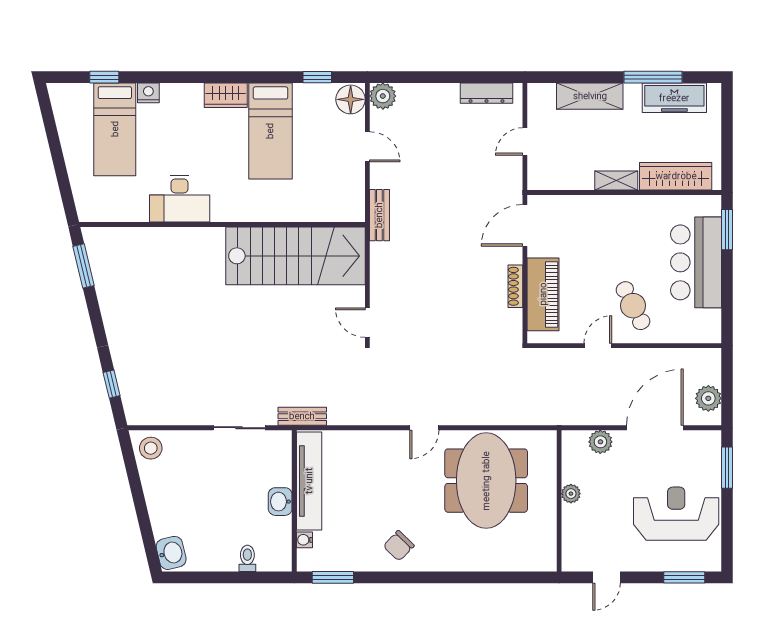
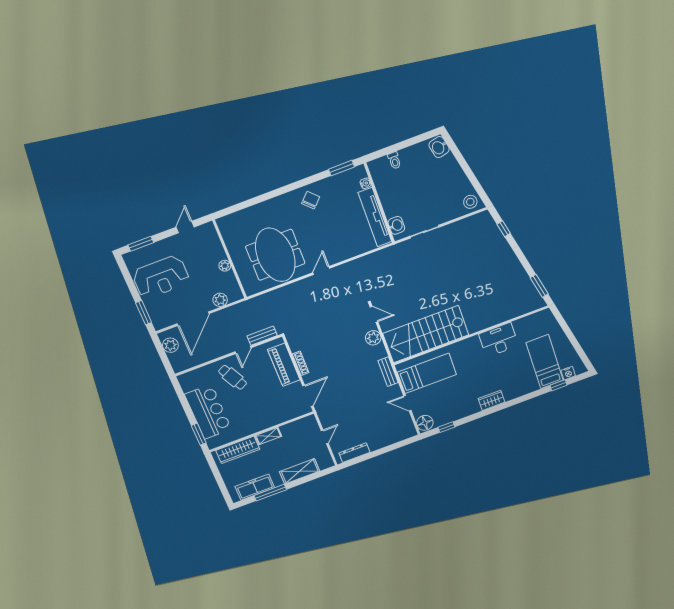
nightstand: (148, 93) -> (568, 373), moved
plant: (383, 96) -> (373, 338), moved
bed: (270, 131) -> (427, 373), moved, turned 90
bench: (302, 416) -> (262, 336), moved
washbasin: (280, 502) -> (396, 225), moved

